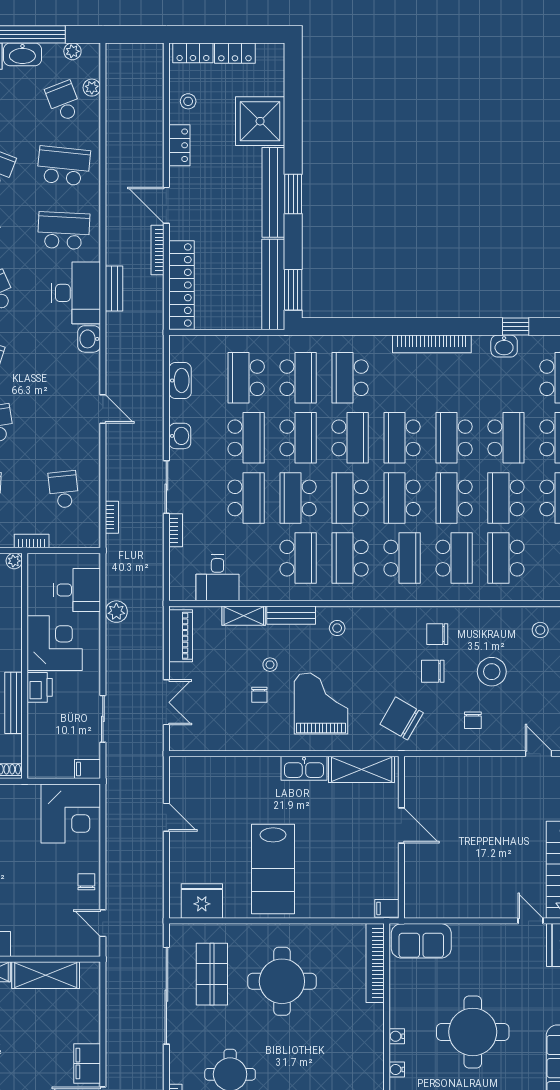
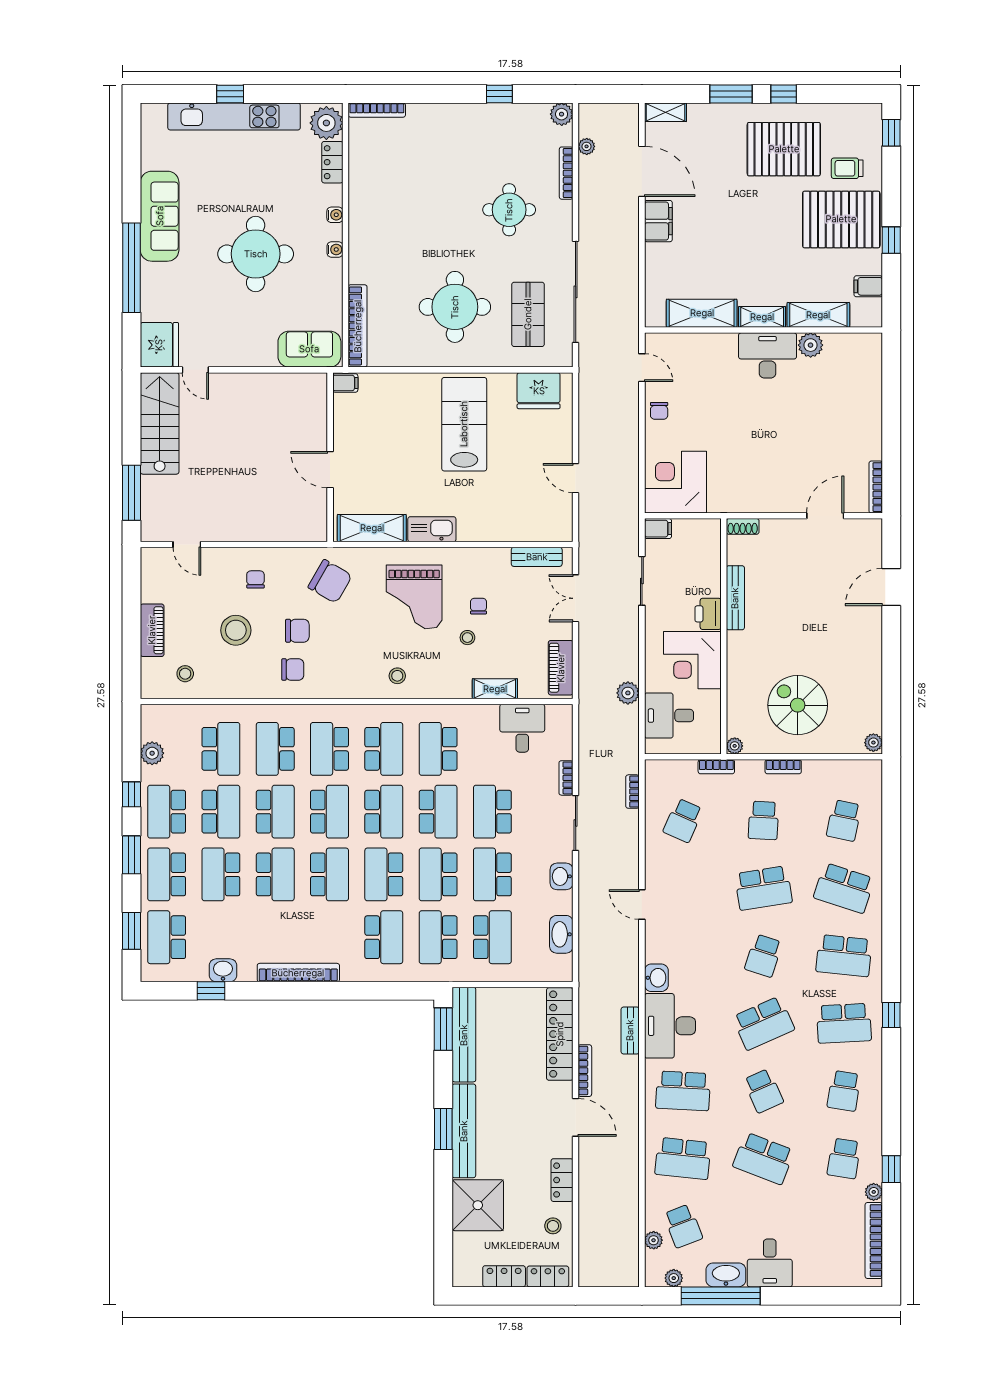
school desk: (64, 490) -> (683, 820), turned 30
bench: (291, 615) -> (537, 557), moved

